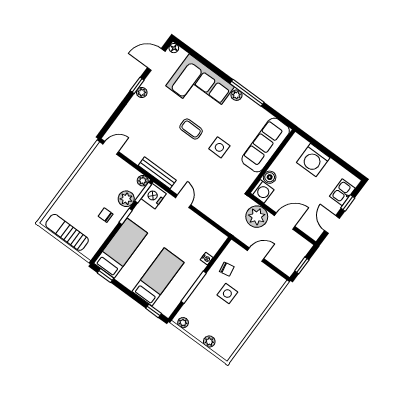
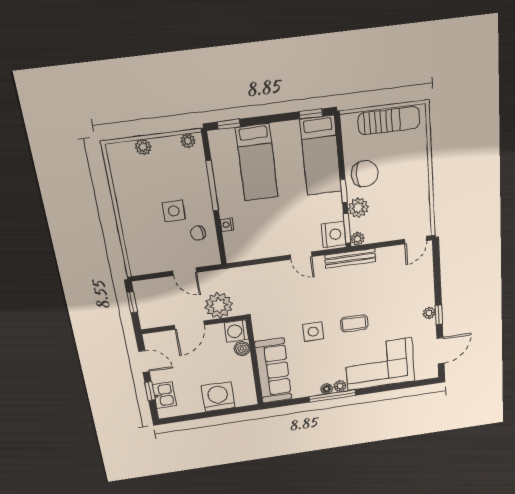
floor lamp: (174, 48) -> (327, 389), moved
chair: (106, 215) -> (365, 174), width x1.87, depth x1.87
door: (256, 255) -> (185, 272), hinge flipped

